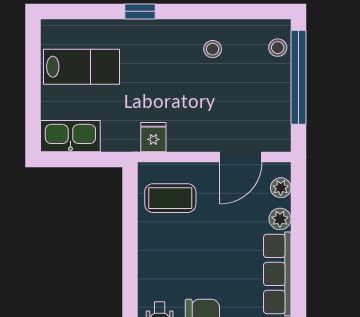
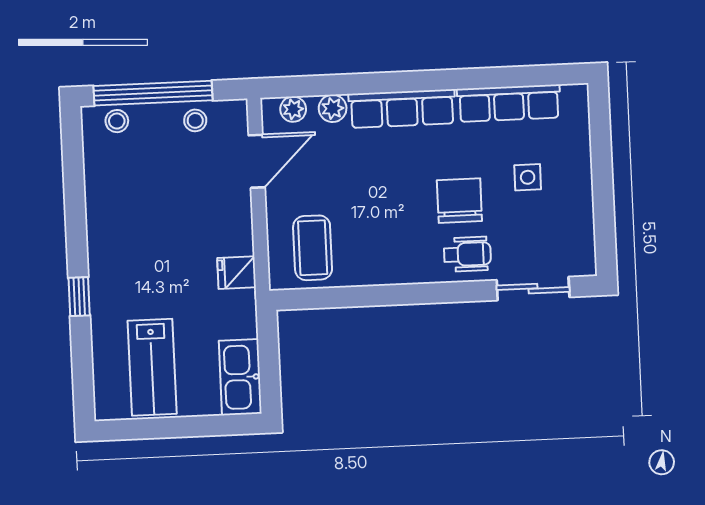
stool: (213, 49) -> (195, 120), moved
lab bench: (81, 67) -> (152, 367), turned 180
door: (241, 157) -> (257, 161), hinge flipped

